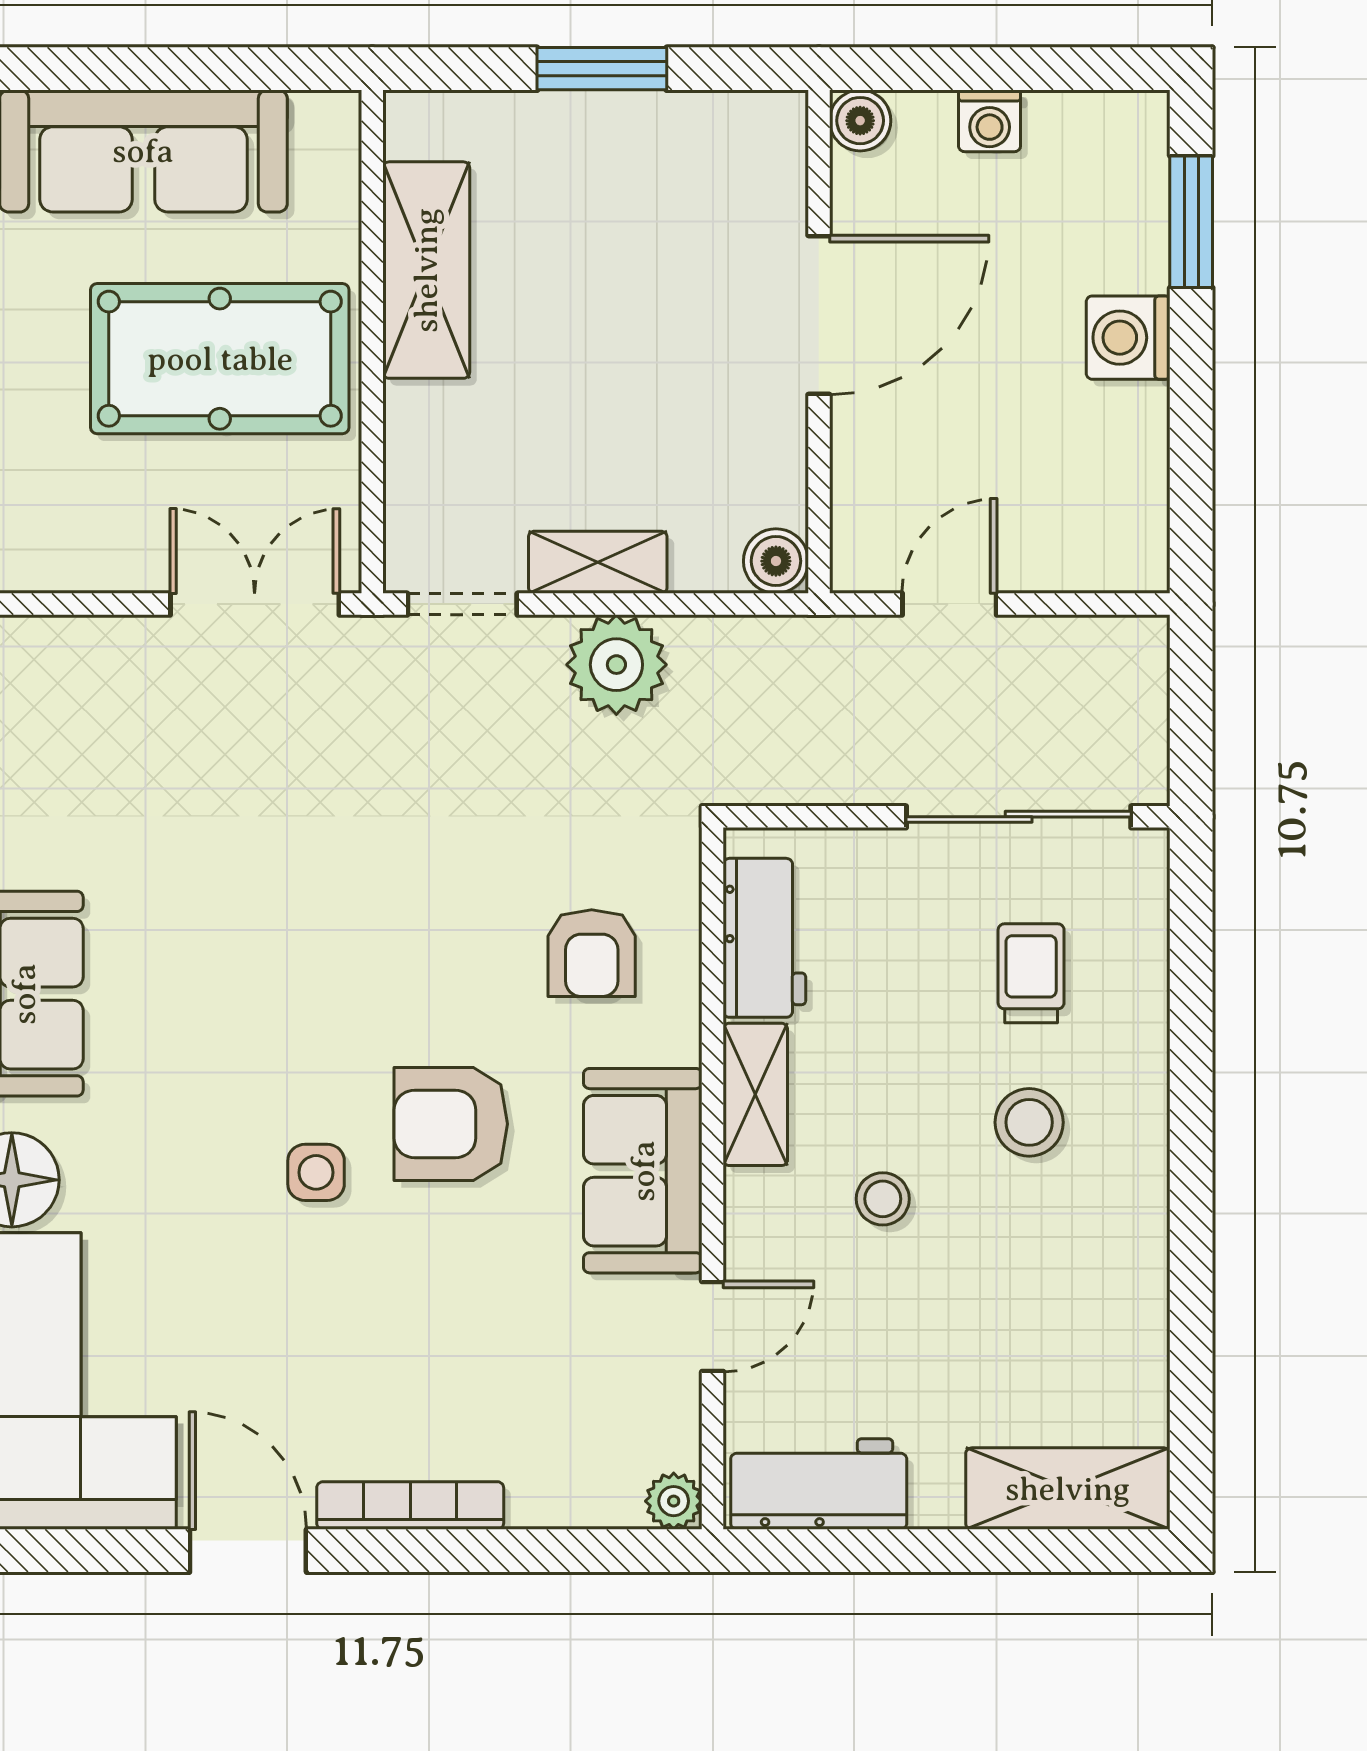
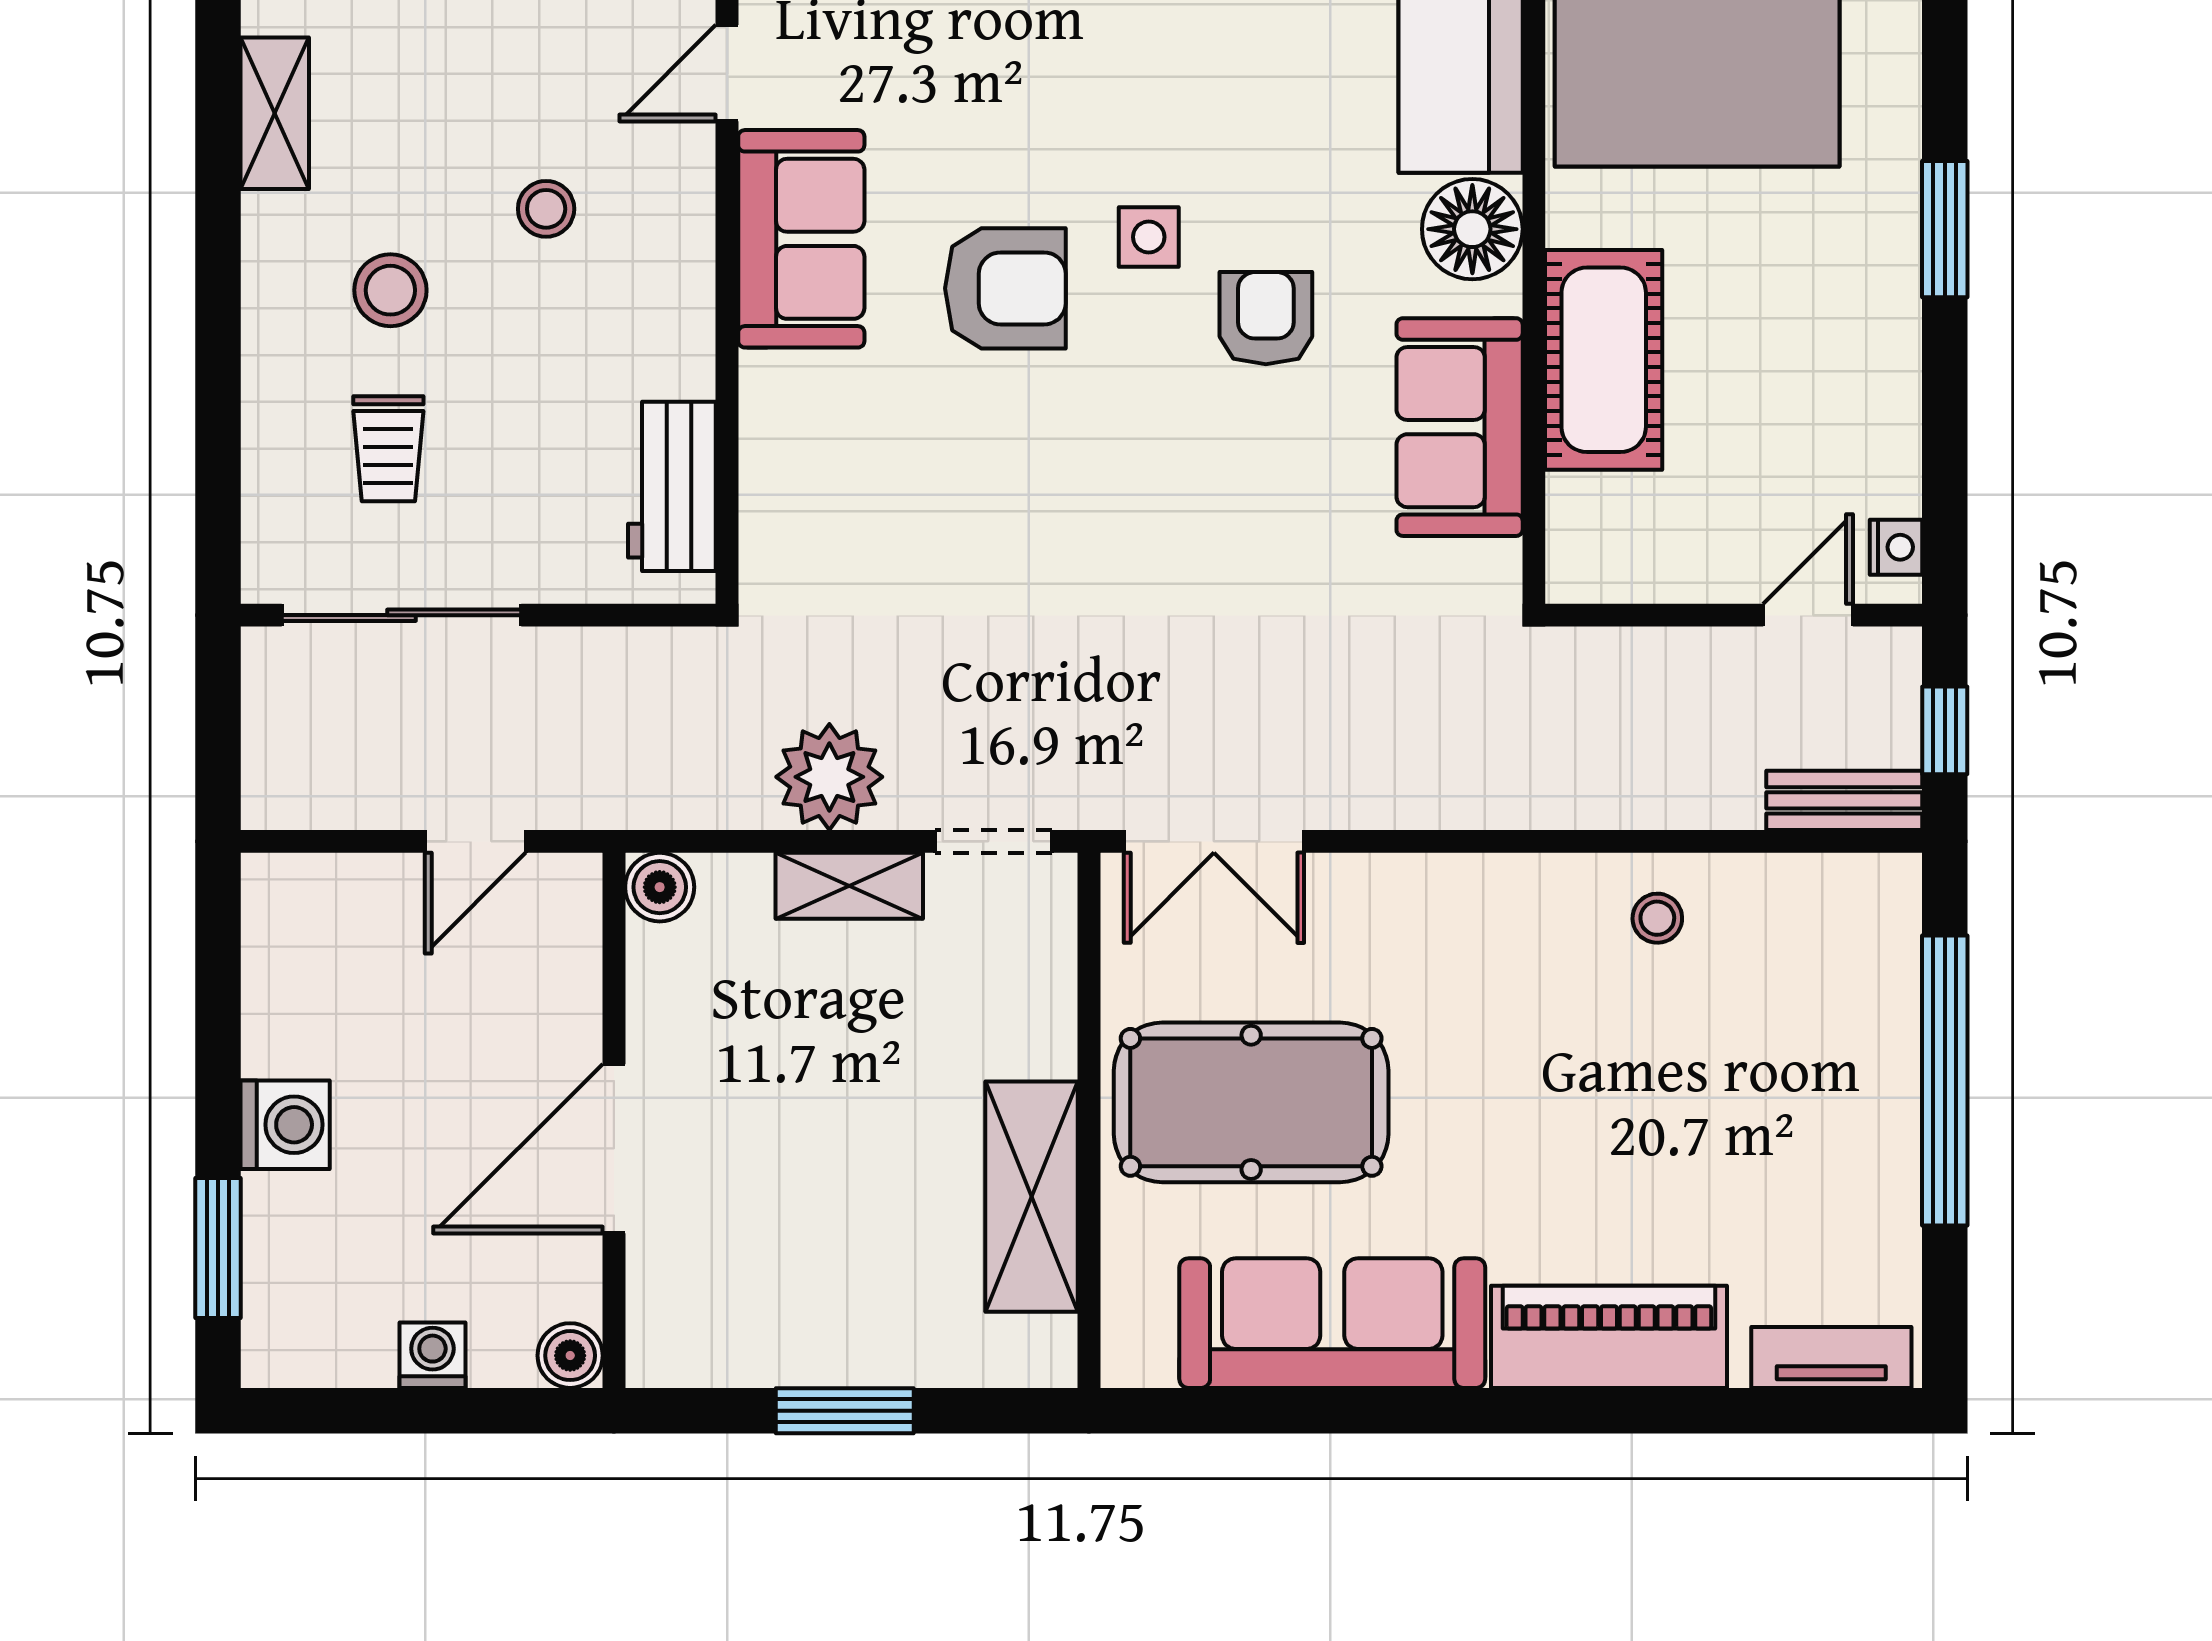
armchair: (592, 953) -> (1266, 318), moved
shelving: (755, 1094) -> (275, 113), moved

